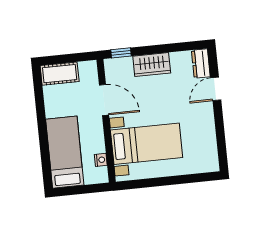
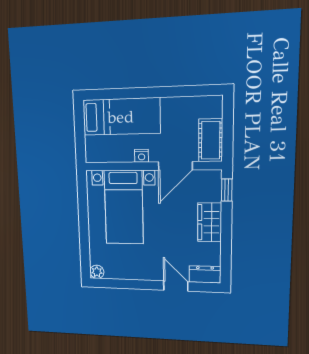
cot: (60, 74) -> (211, 140), moved
nightstand: (101, 160) -> (142, 156), moved
plant: (212, 165) -> (97, 272), added

